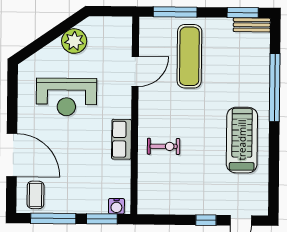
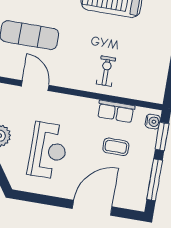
row of seats: (121, 139) -> (116, 111), moved
coffee table: (35, 195) -> (116, 147), moved

